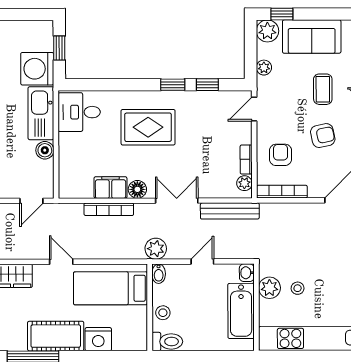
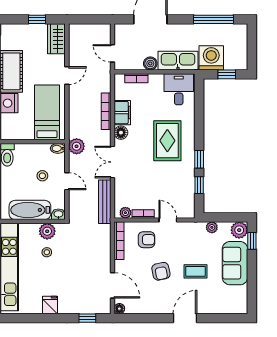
door: (254, 109) -> (168, 220), moved
bookcase: (64, 169) -> (136, 78), added
double door: (177, 201) -> (112, 162), swing flipped
stool: (163, 313) -> (42, 176), moved

